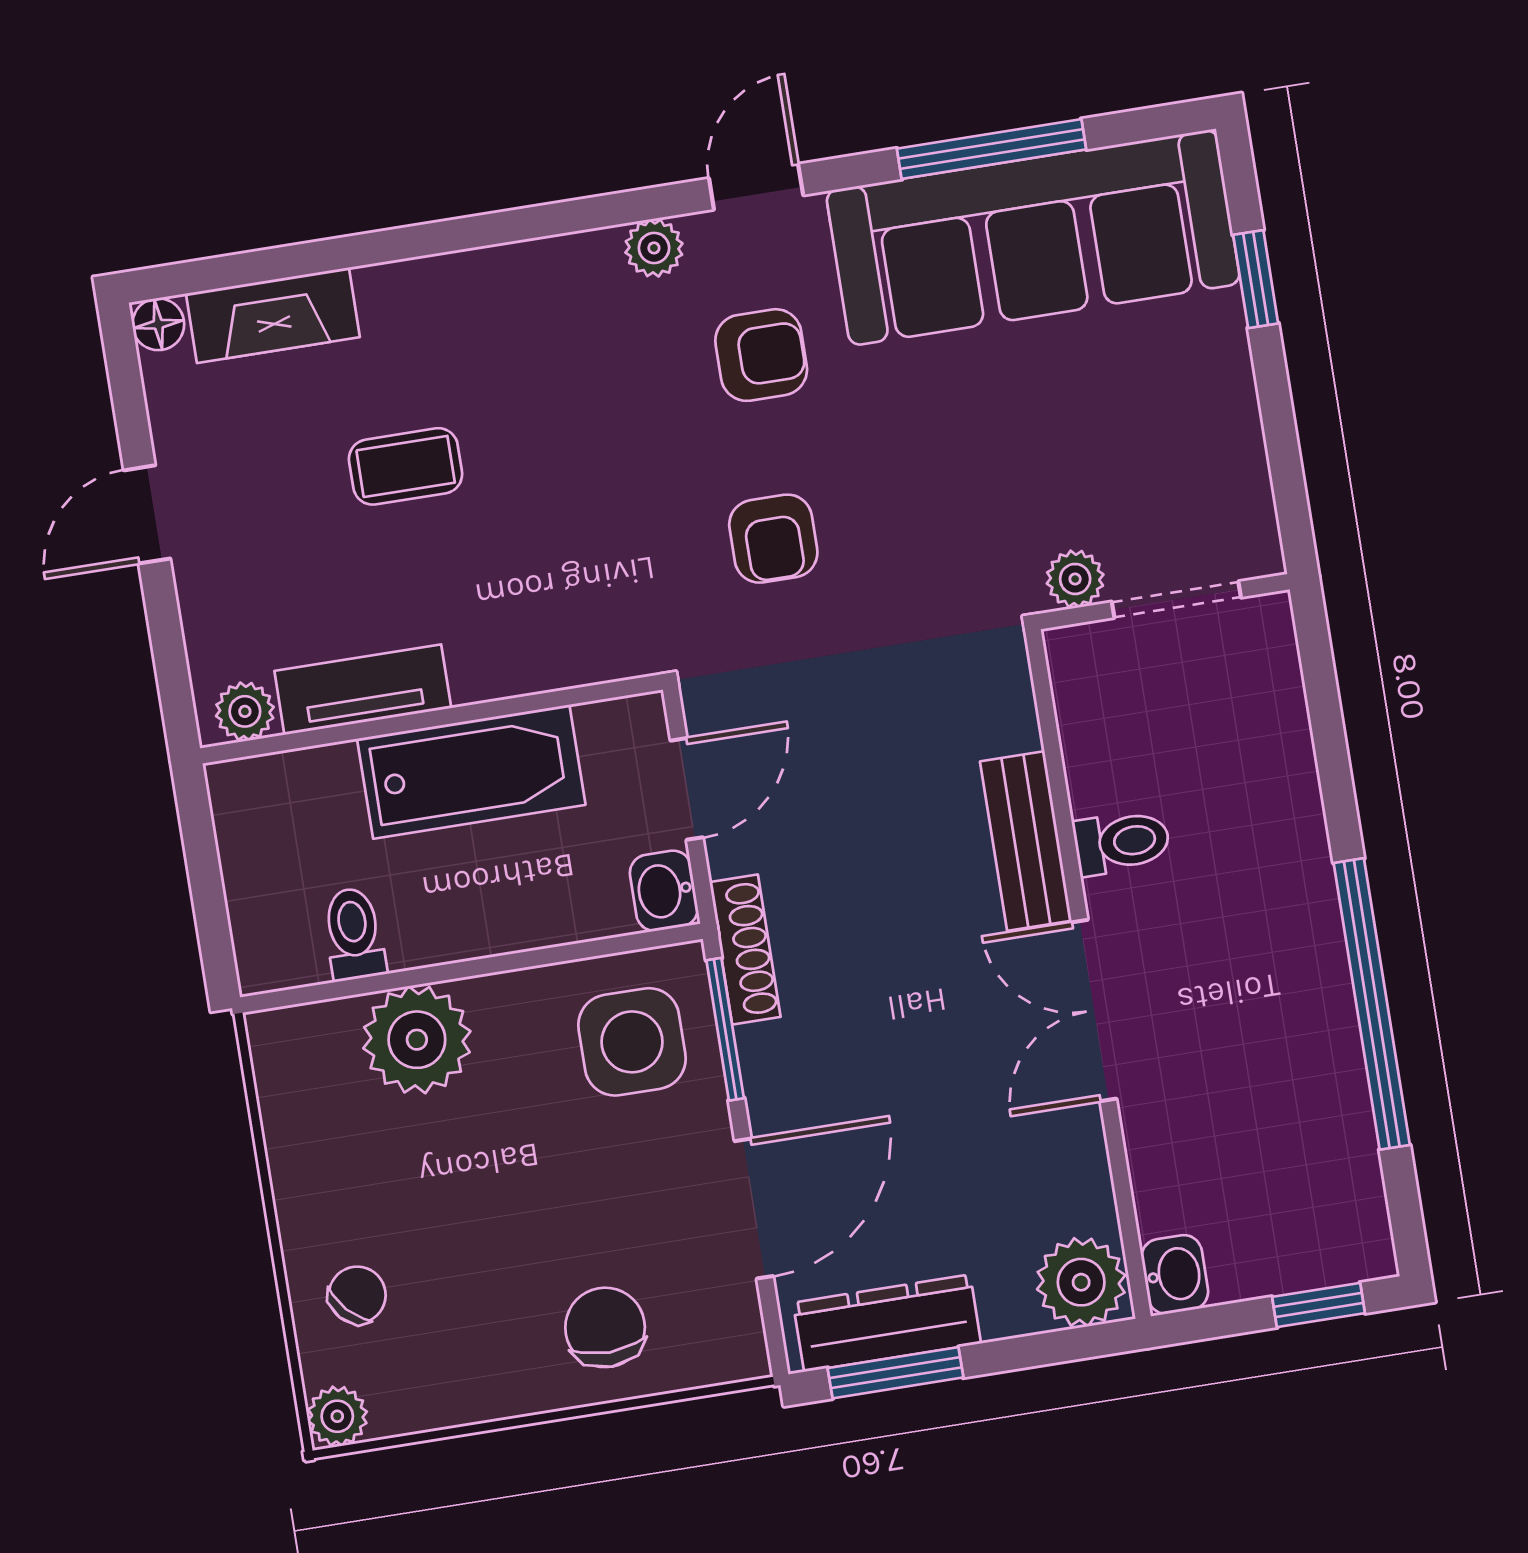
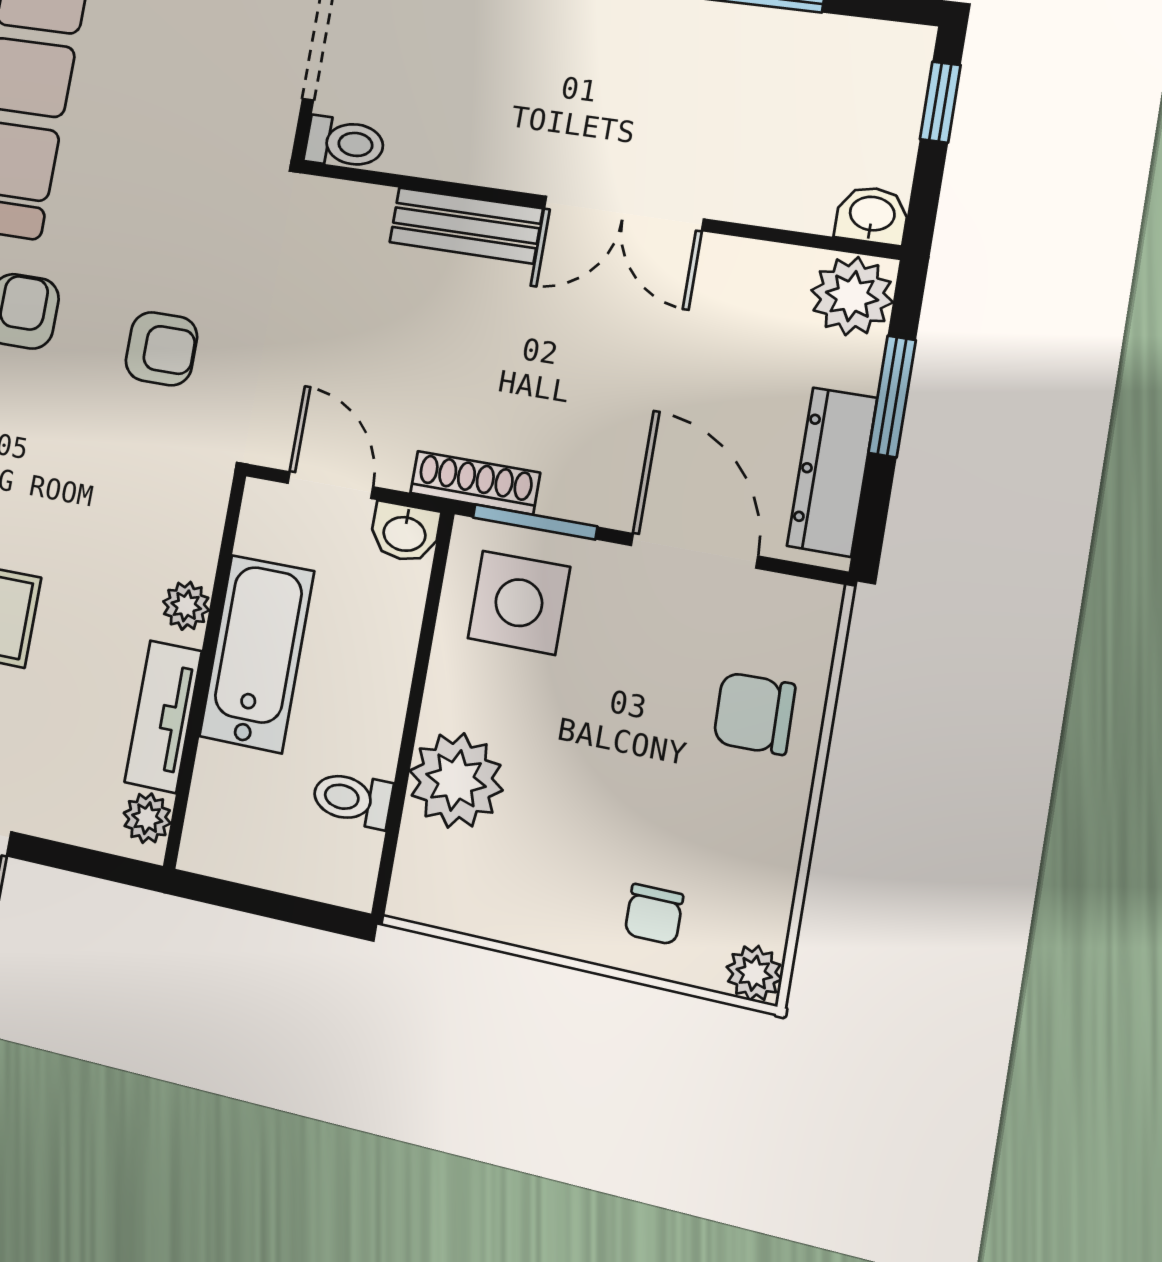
plant: (1075, 579) -> (186, 606), moved
toilet: (1122, 842) -> (345, 143), moved, turned 90
chair: (357, 1295) -> (654, 914), turned -137
window: (895, 1373) -> (892, 396), moved

